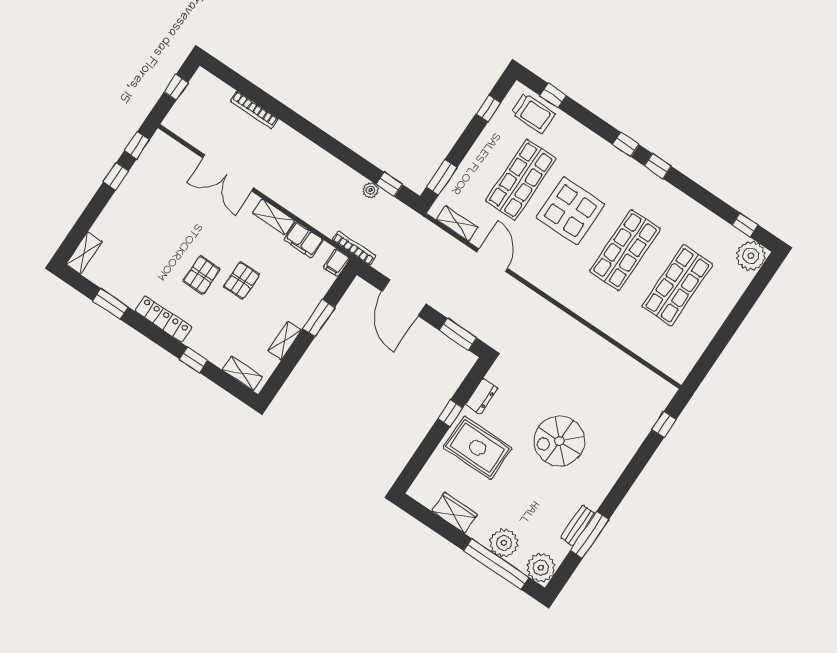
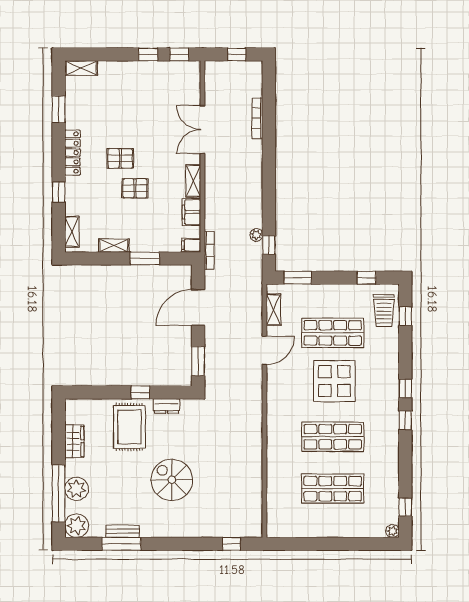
plant: (751, 256) -> (393, 531), width x0.53, depth x0.53

